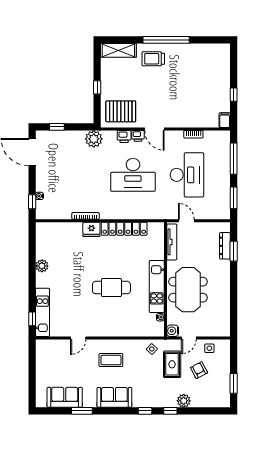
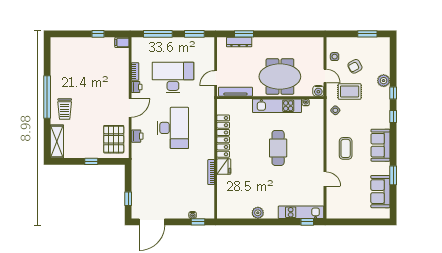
printer: (138, 136) -> (137, 87), moved
plant: (94, 139) -> (139, 164), removed

